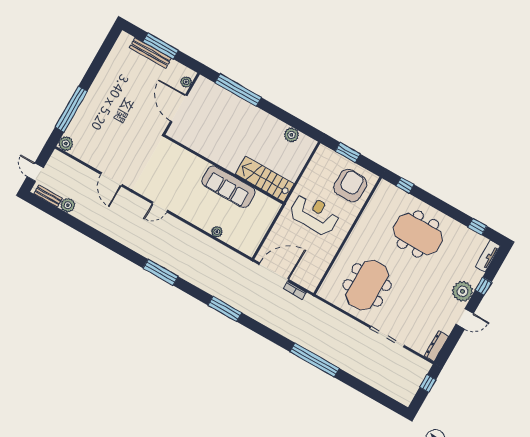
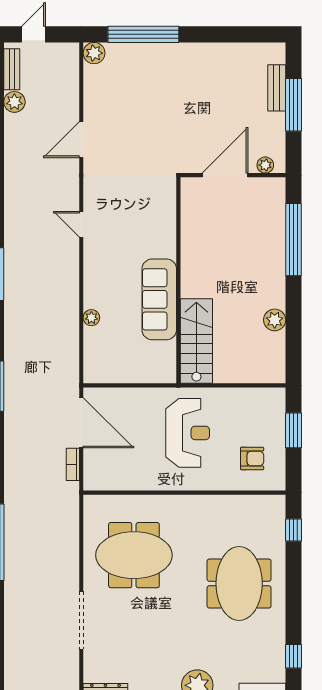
bench: (150, 53) -> (277, 88), width x0.73
plant: (291, 135) -> (275, 320), moved
armchair: (350, 186) -> (252, 458), width x0.53, depth x0.53

